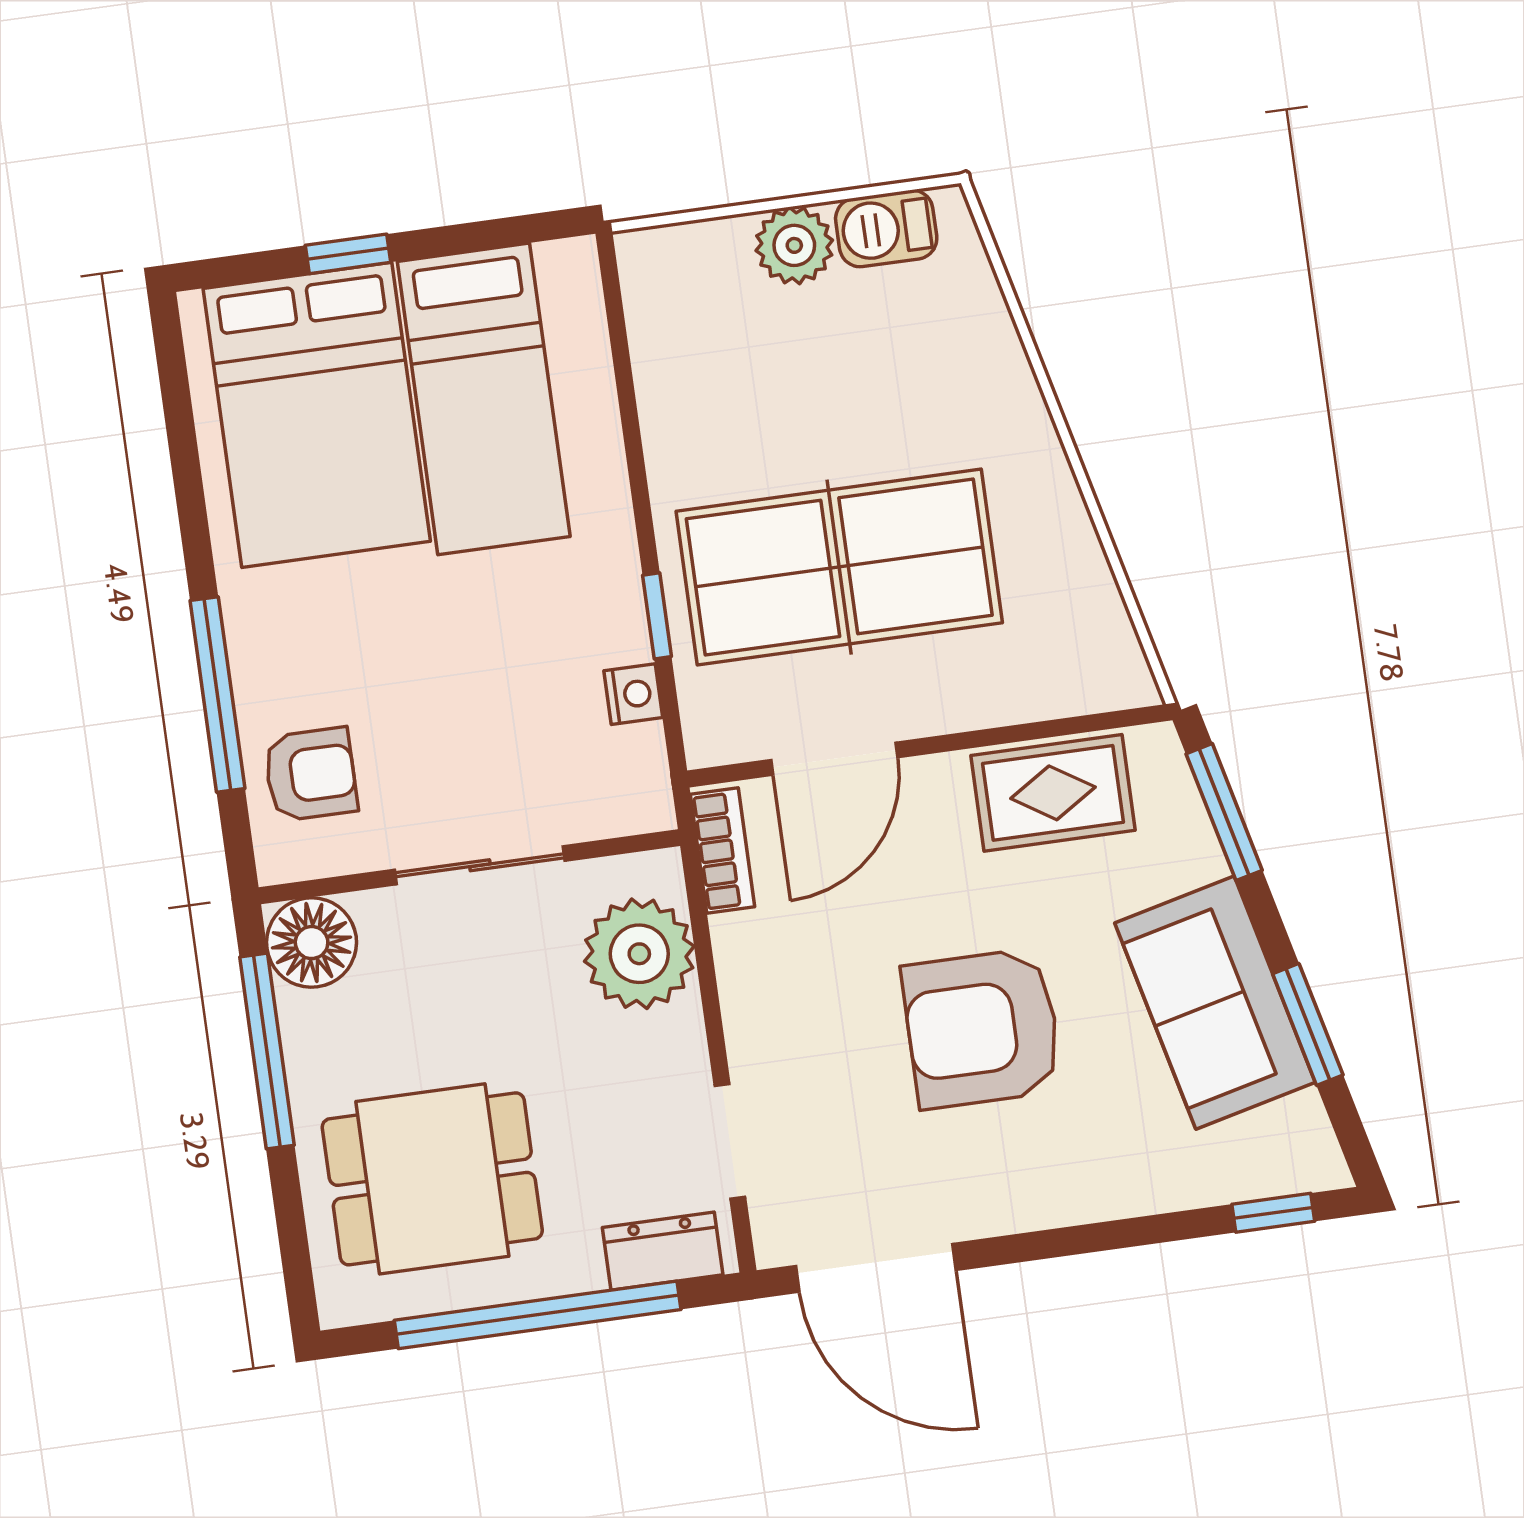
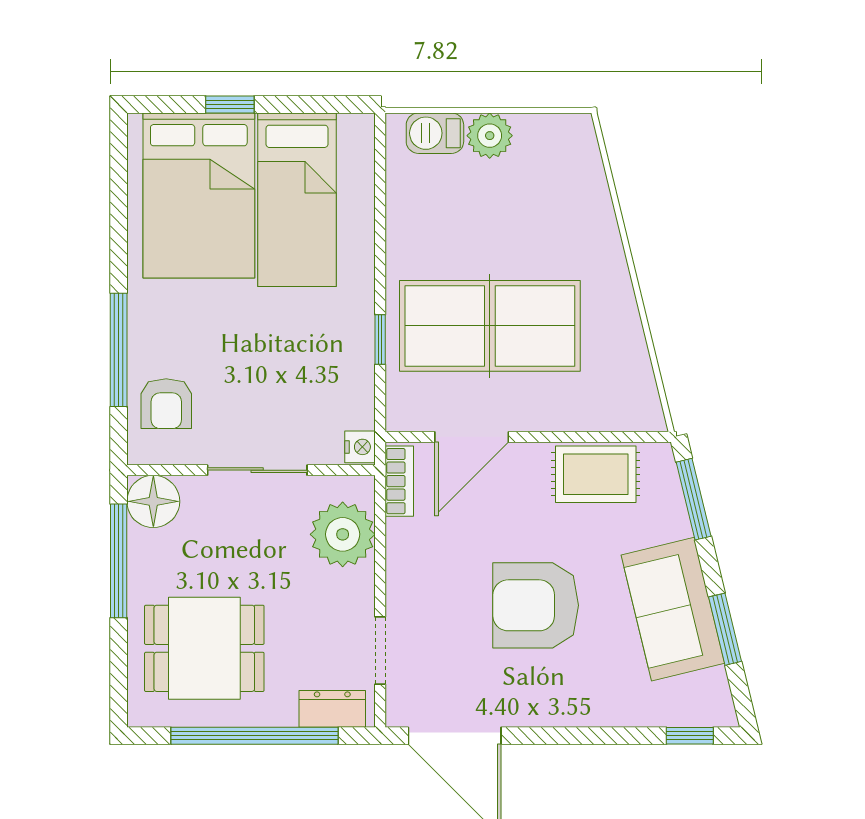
barbecue: (886, 229) -> (435, 133), moved
nightstand: (633, 694) -> (360, 447), moved
armchair: (311, 774) -> (166, 404), turned 90

